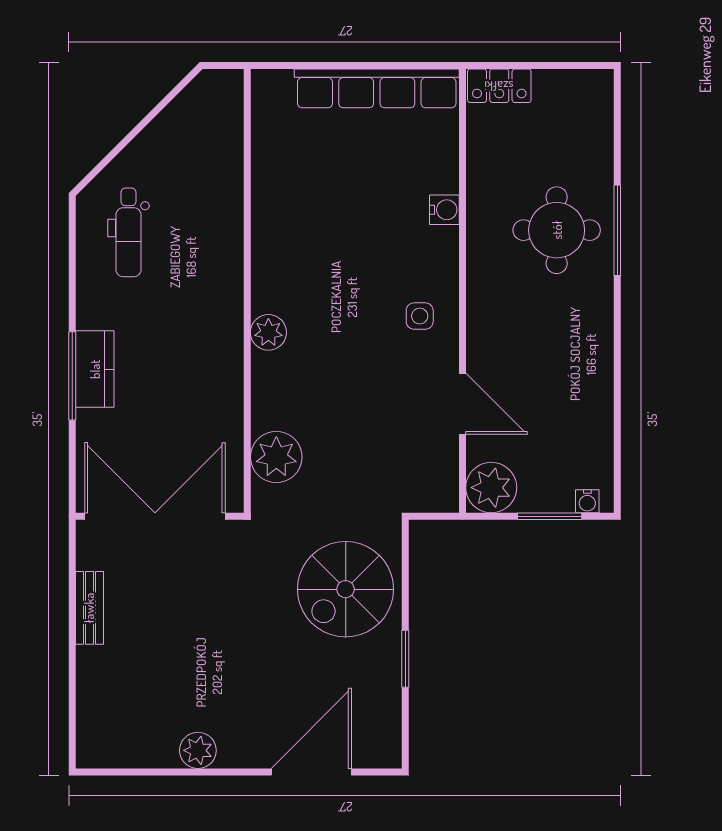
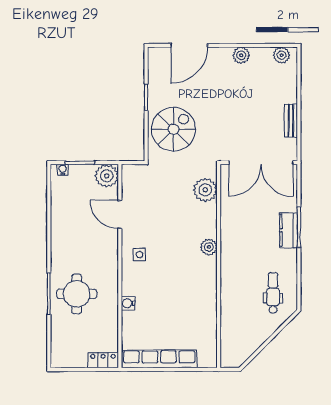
plant: (110, 751) -> (282, 55), added

